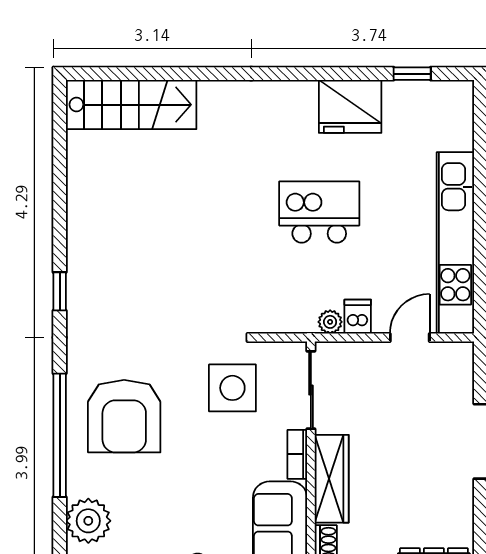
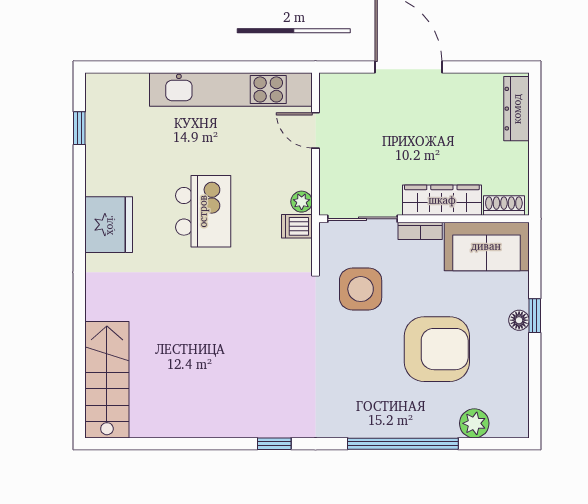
fridge: (350, 106) -> (109, 225), moved
kitchen island: (319, 212) -> (203, 211), turned 180
dishwasher: (358, 317) -> (297, 226), moved
armchair: (124, 416) -> (437, 349), moved
plant: (88, 521) -> (474, 423), width x0.73, depth x0.73

